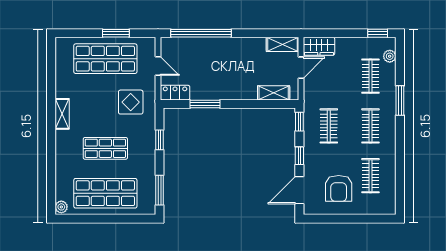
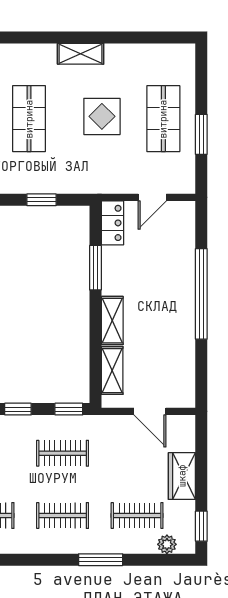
window: (201, 33) -> (201, 294), moved
shelving: (282, 44) -> (112, 321), moved
wardrobe: (319, 46) -> (182, 476), moved
shop shelf: (105, 59) -> (163, 119), width x0.70, depth x0.74
display table: (131, 102) -> (102, 116), moved

